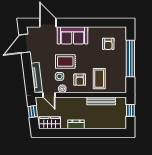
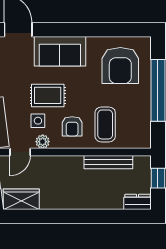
armchair: (108, 44) -> (120, 66), width x1.88, depth x1.88
door: (49, 95) -> (20, 152), hinge flipped
dresser: (76, 124) -> (137, 202), moved

